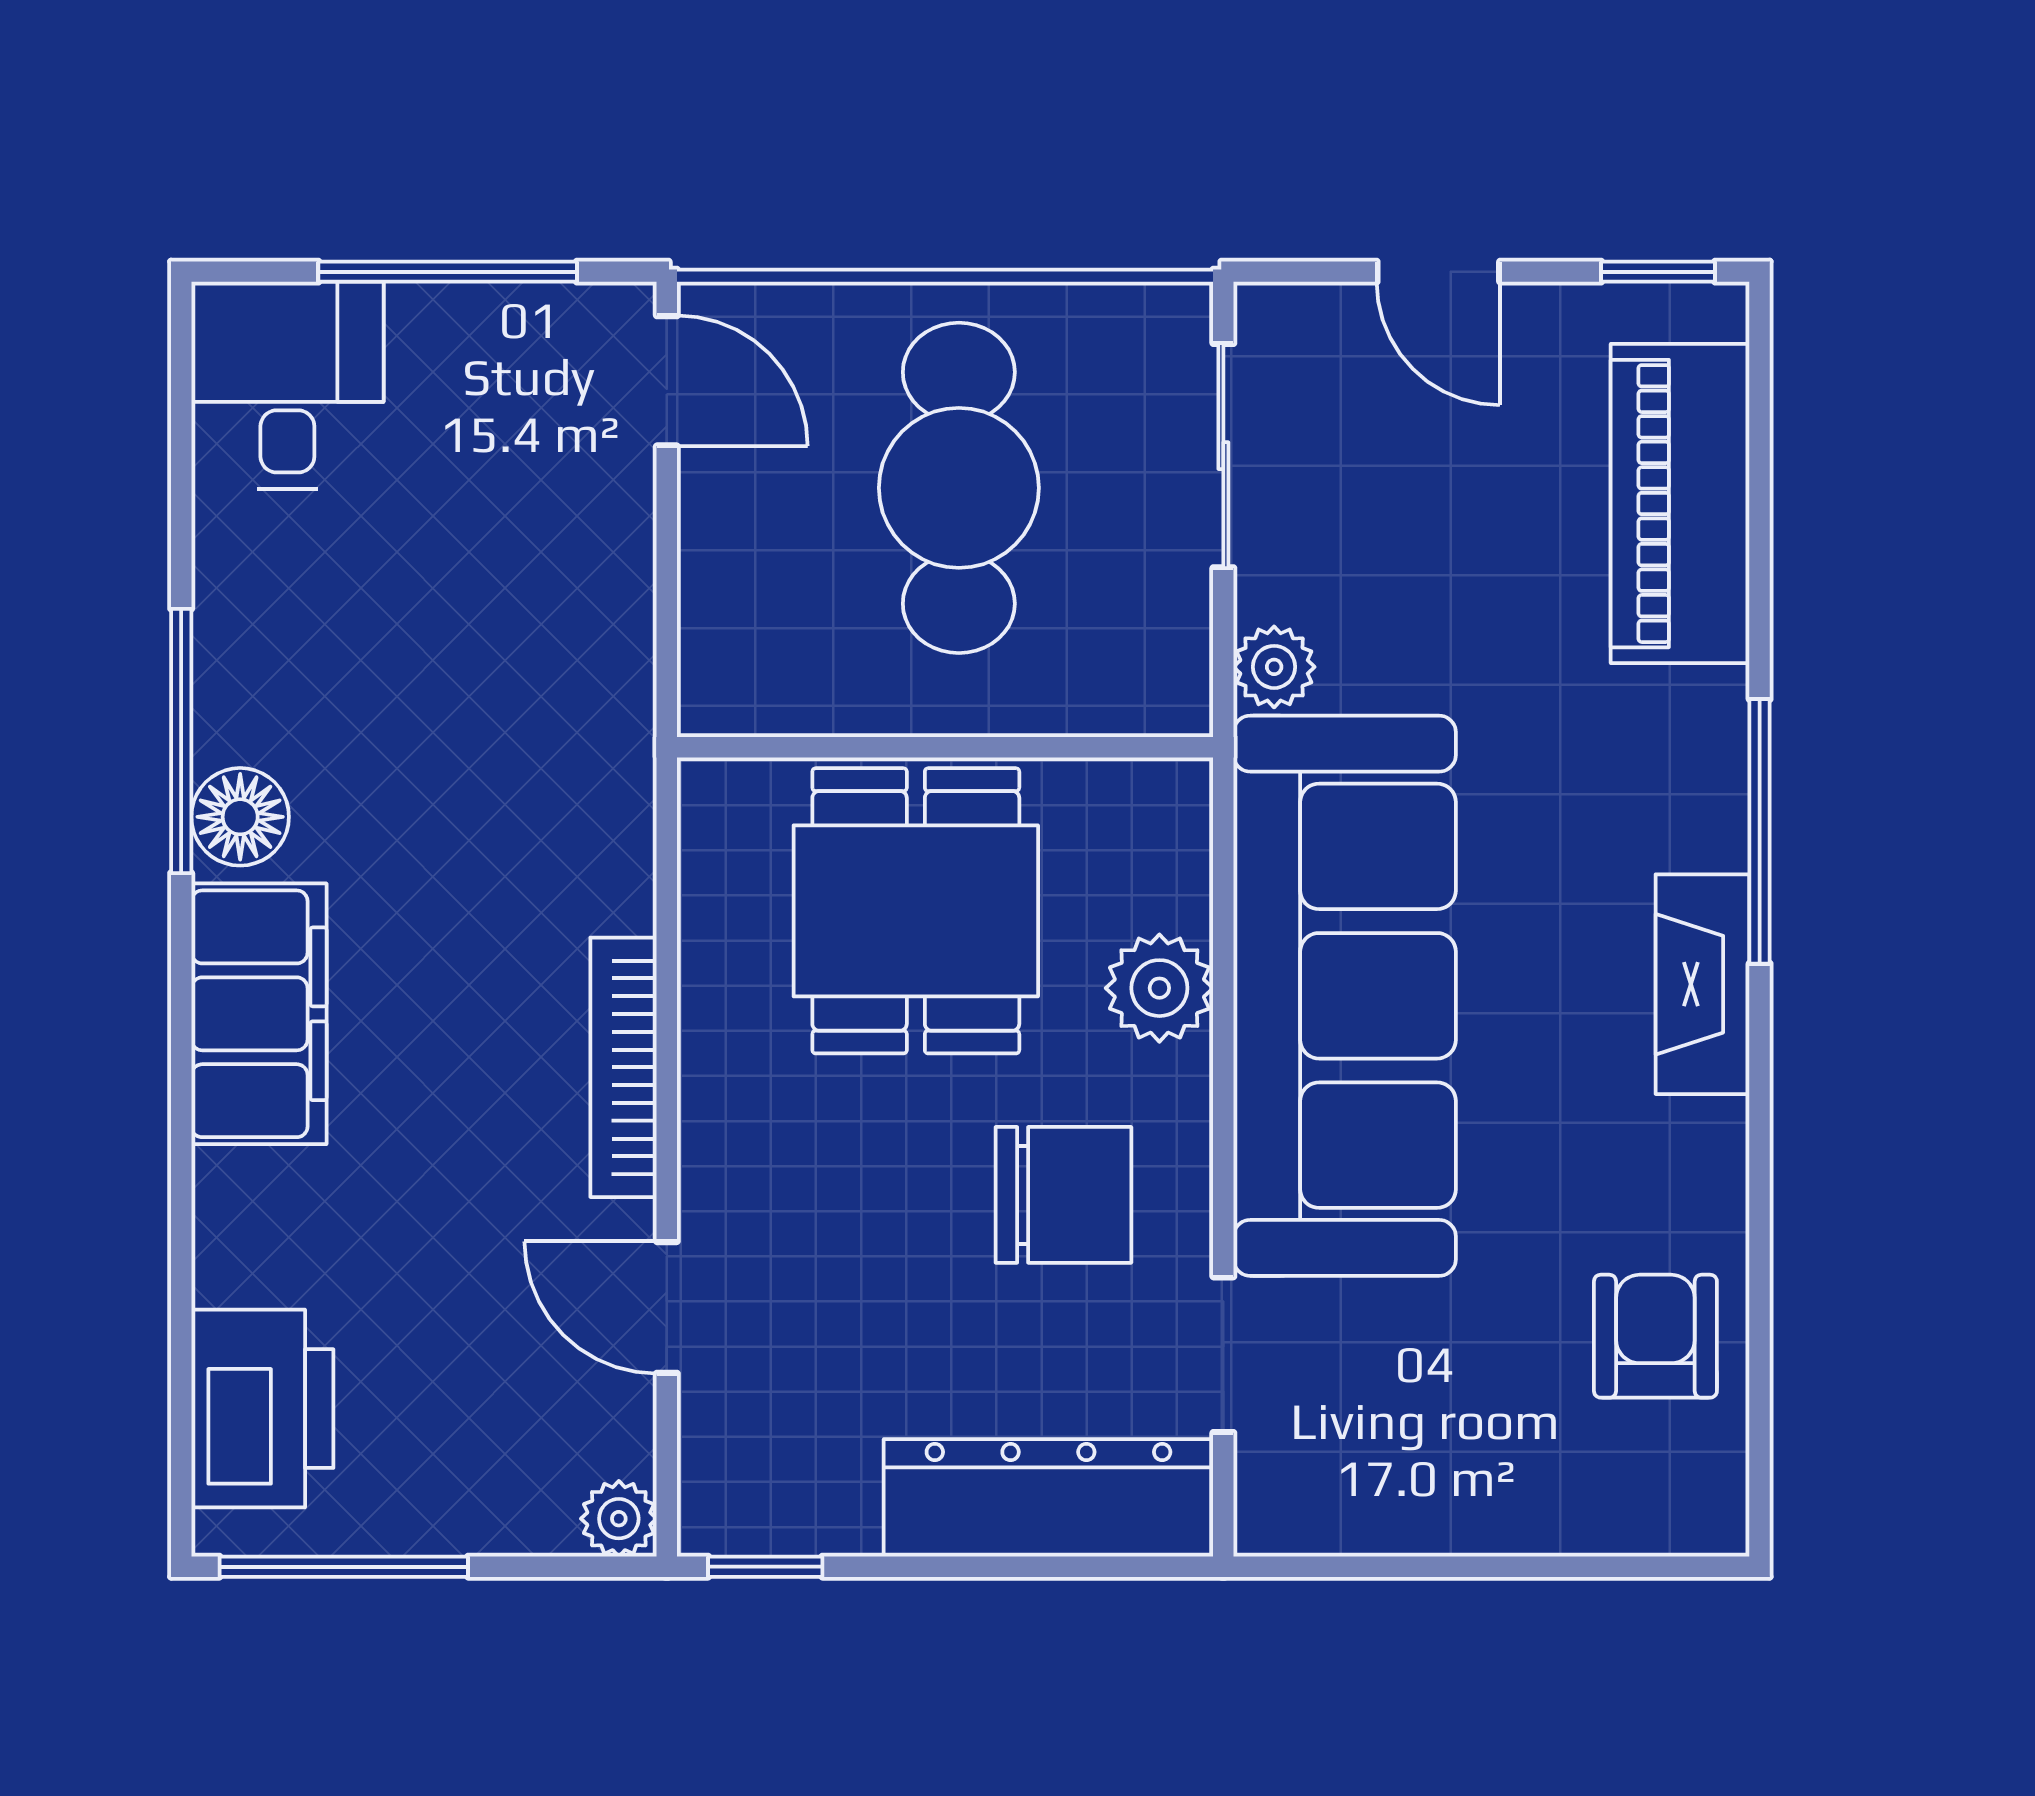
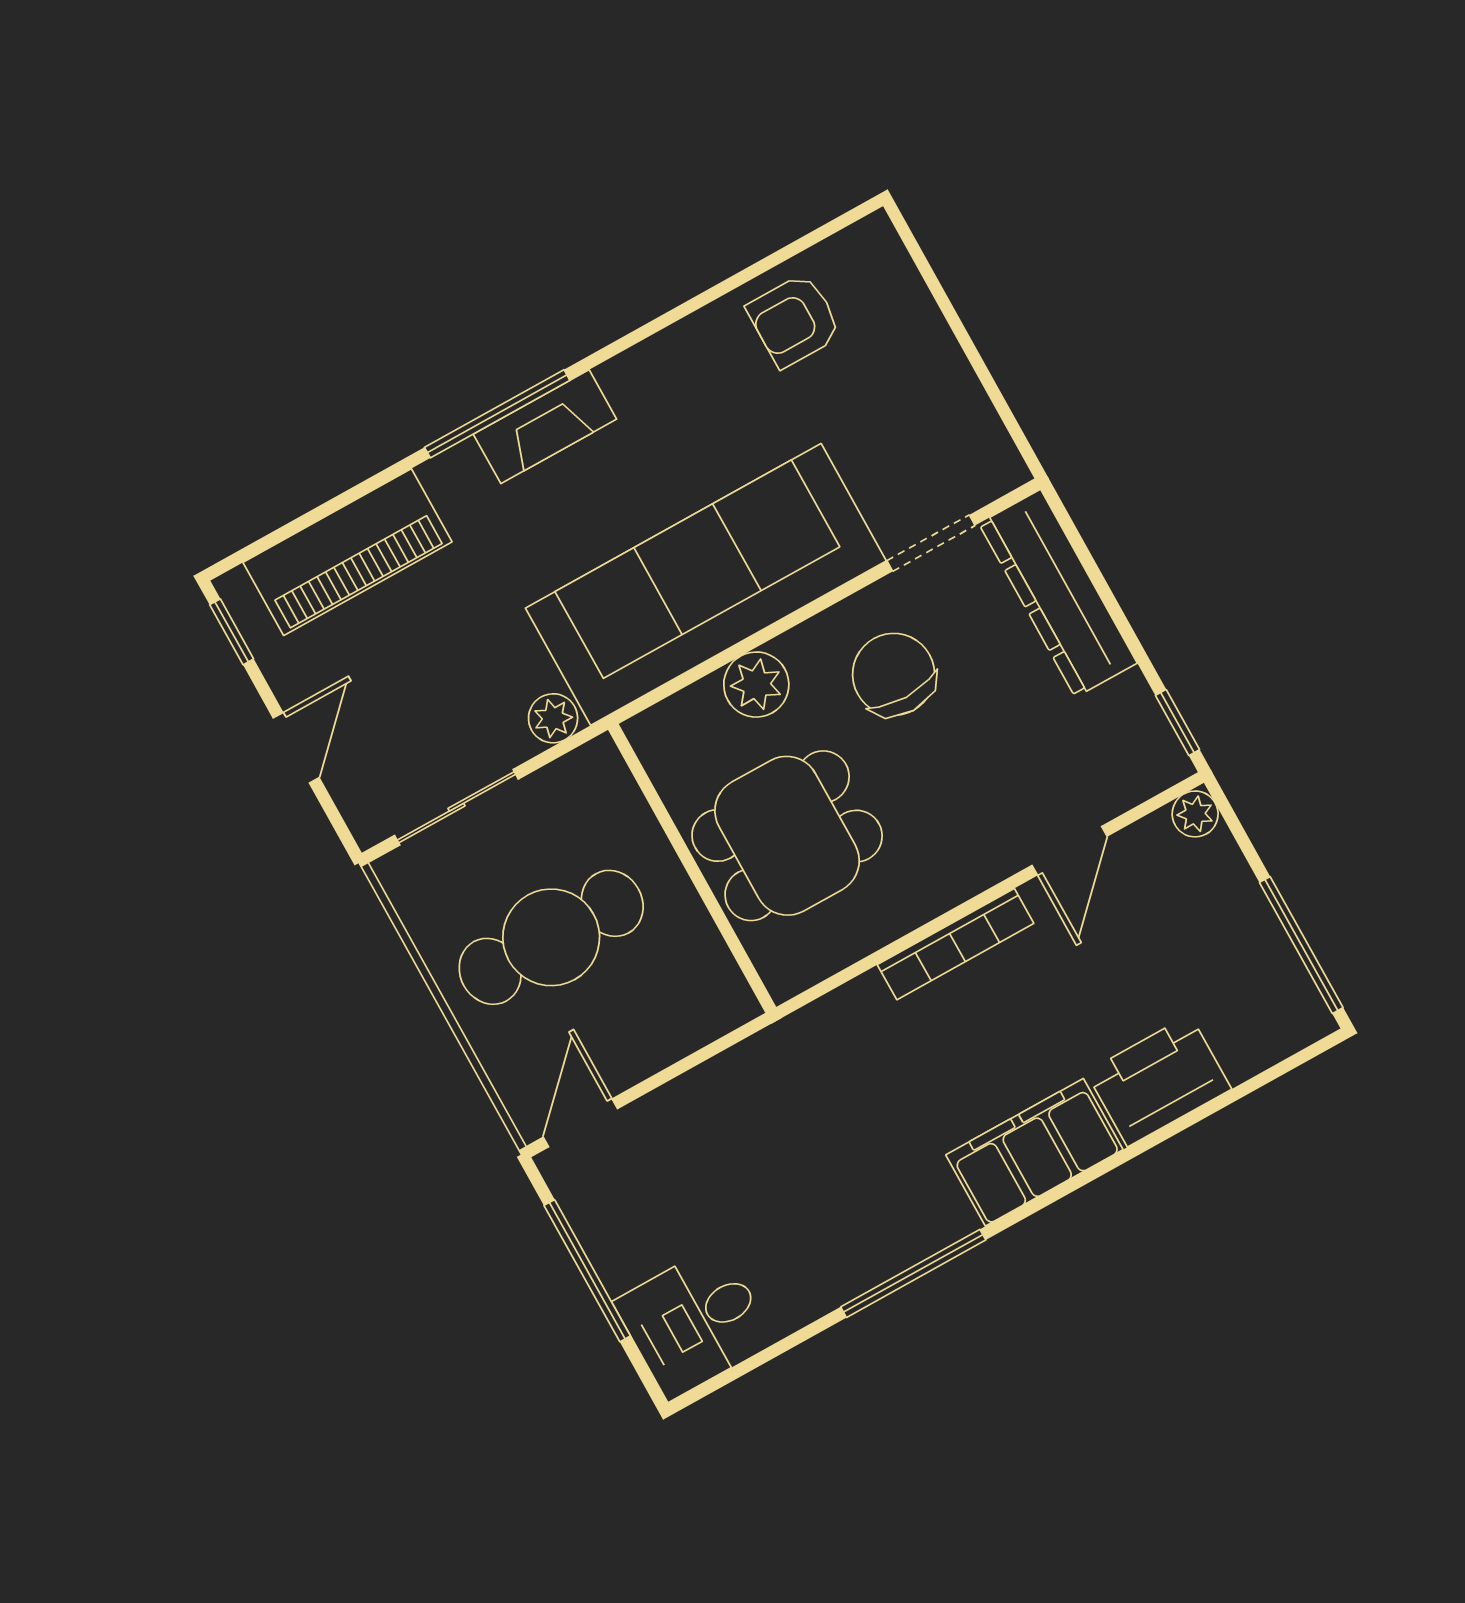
floor lamp: (240, 817) -> (936, 1220), removed
fireplace: (1703, 984) -> (545, 427), moved
printer: (262, 1409) -> (1159, 1081), moved

